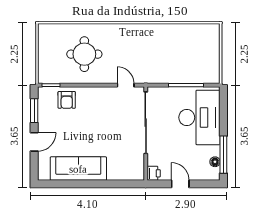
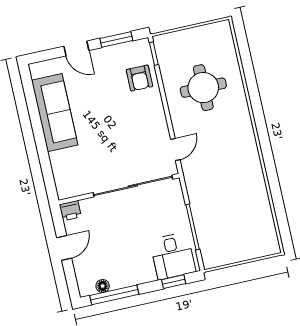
armchair: (67, 100) -> (139, 78), turned -90
window: (223, 108) -> (174, 282), added
desk: (199, 117) -> (173, 256), width x0.53, depth x0.77

